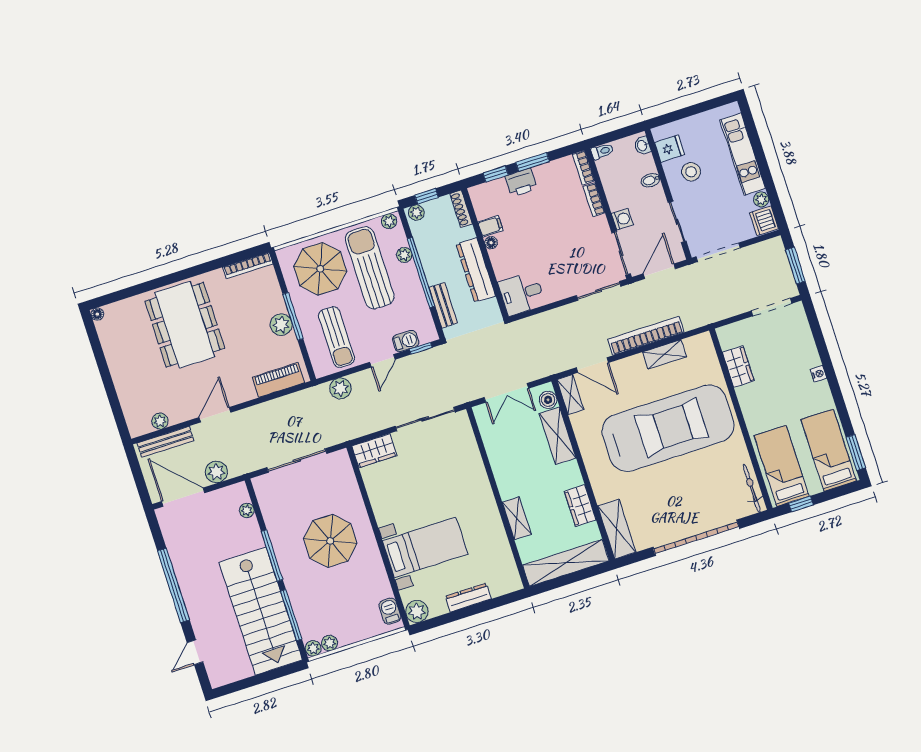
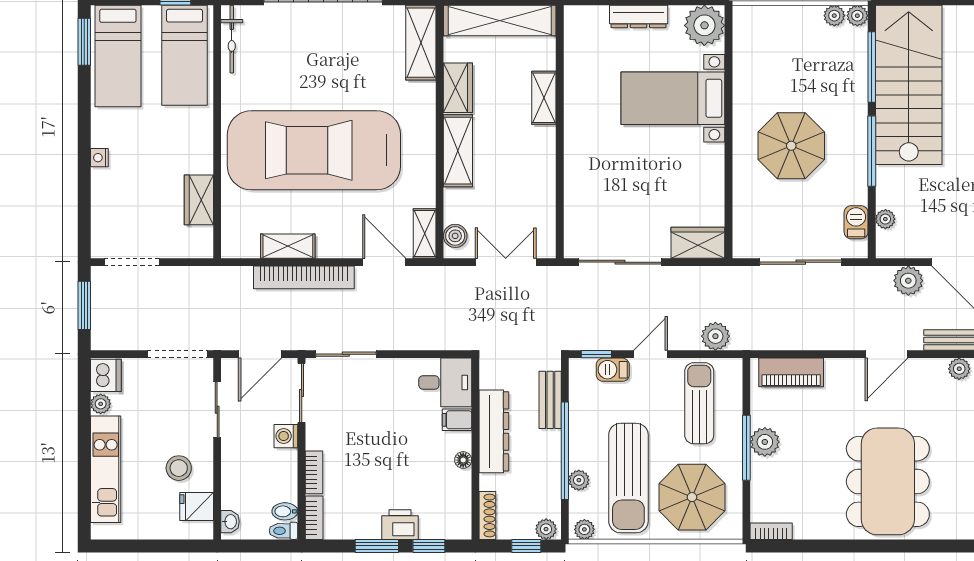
bidet: (651, 180) -> (285, 511), moved, turned 180
filing cabinet: (491, 226) -> (457, 420), moved
bookcase: (248, 265) -> (771, 531), width x0.64
shelving: (558, 436) -> (458, 151), moved
barbecue: (390, 611) -> (856, 222), moved, turned 180
plant: (417, 611) -> (704, 25), width x1.36, depth x1.36

